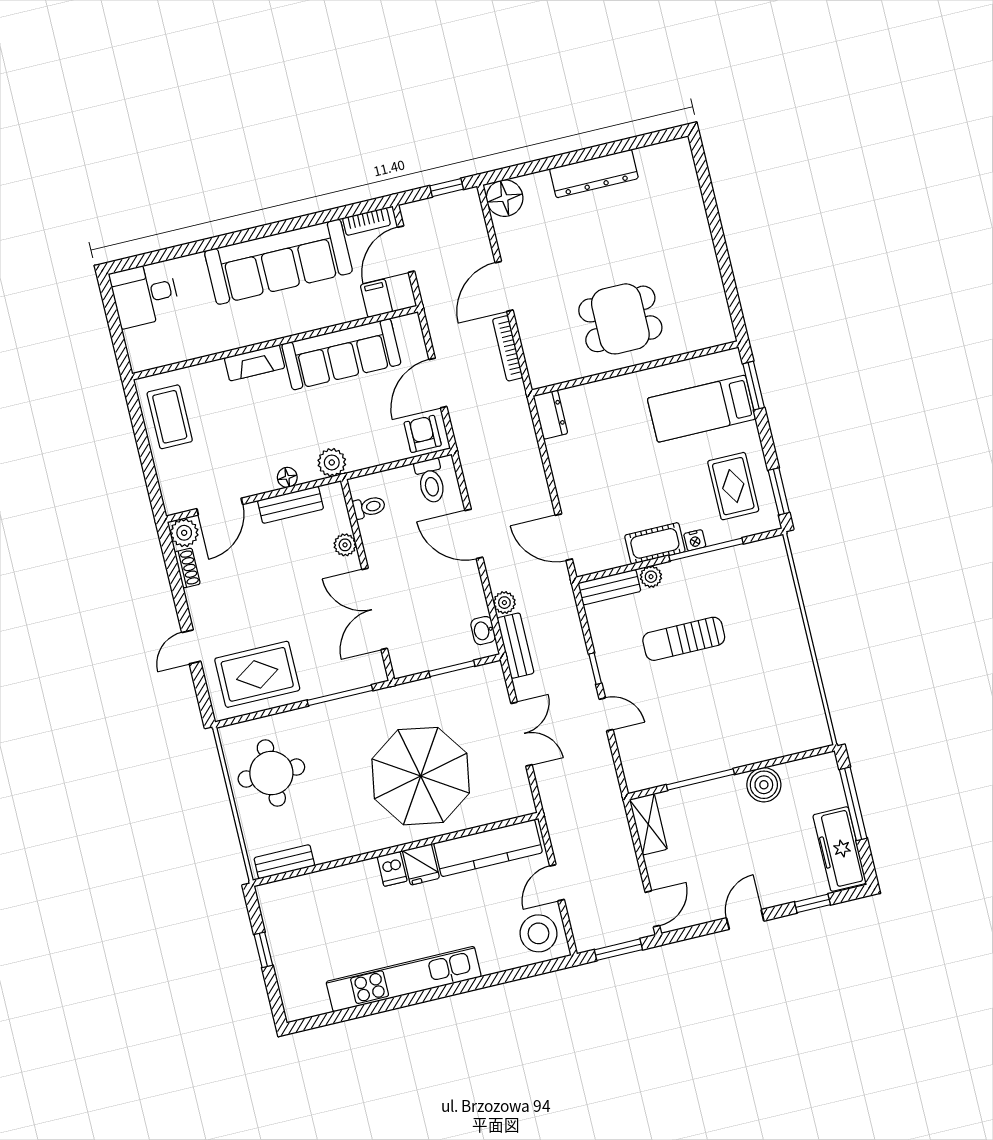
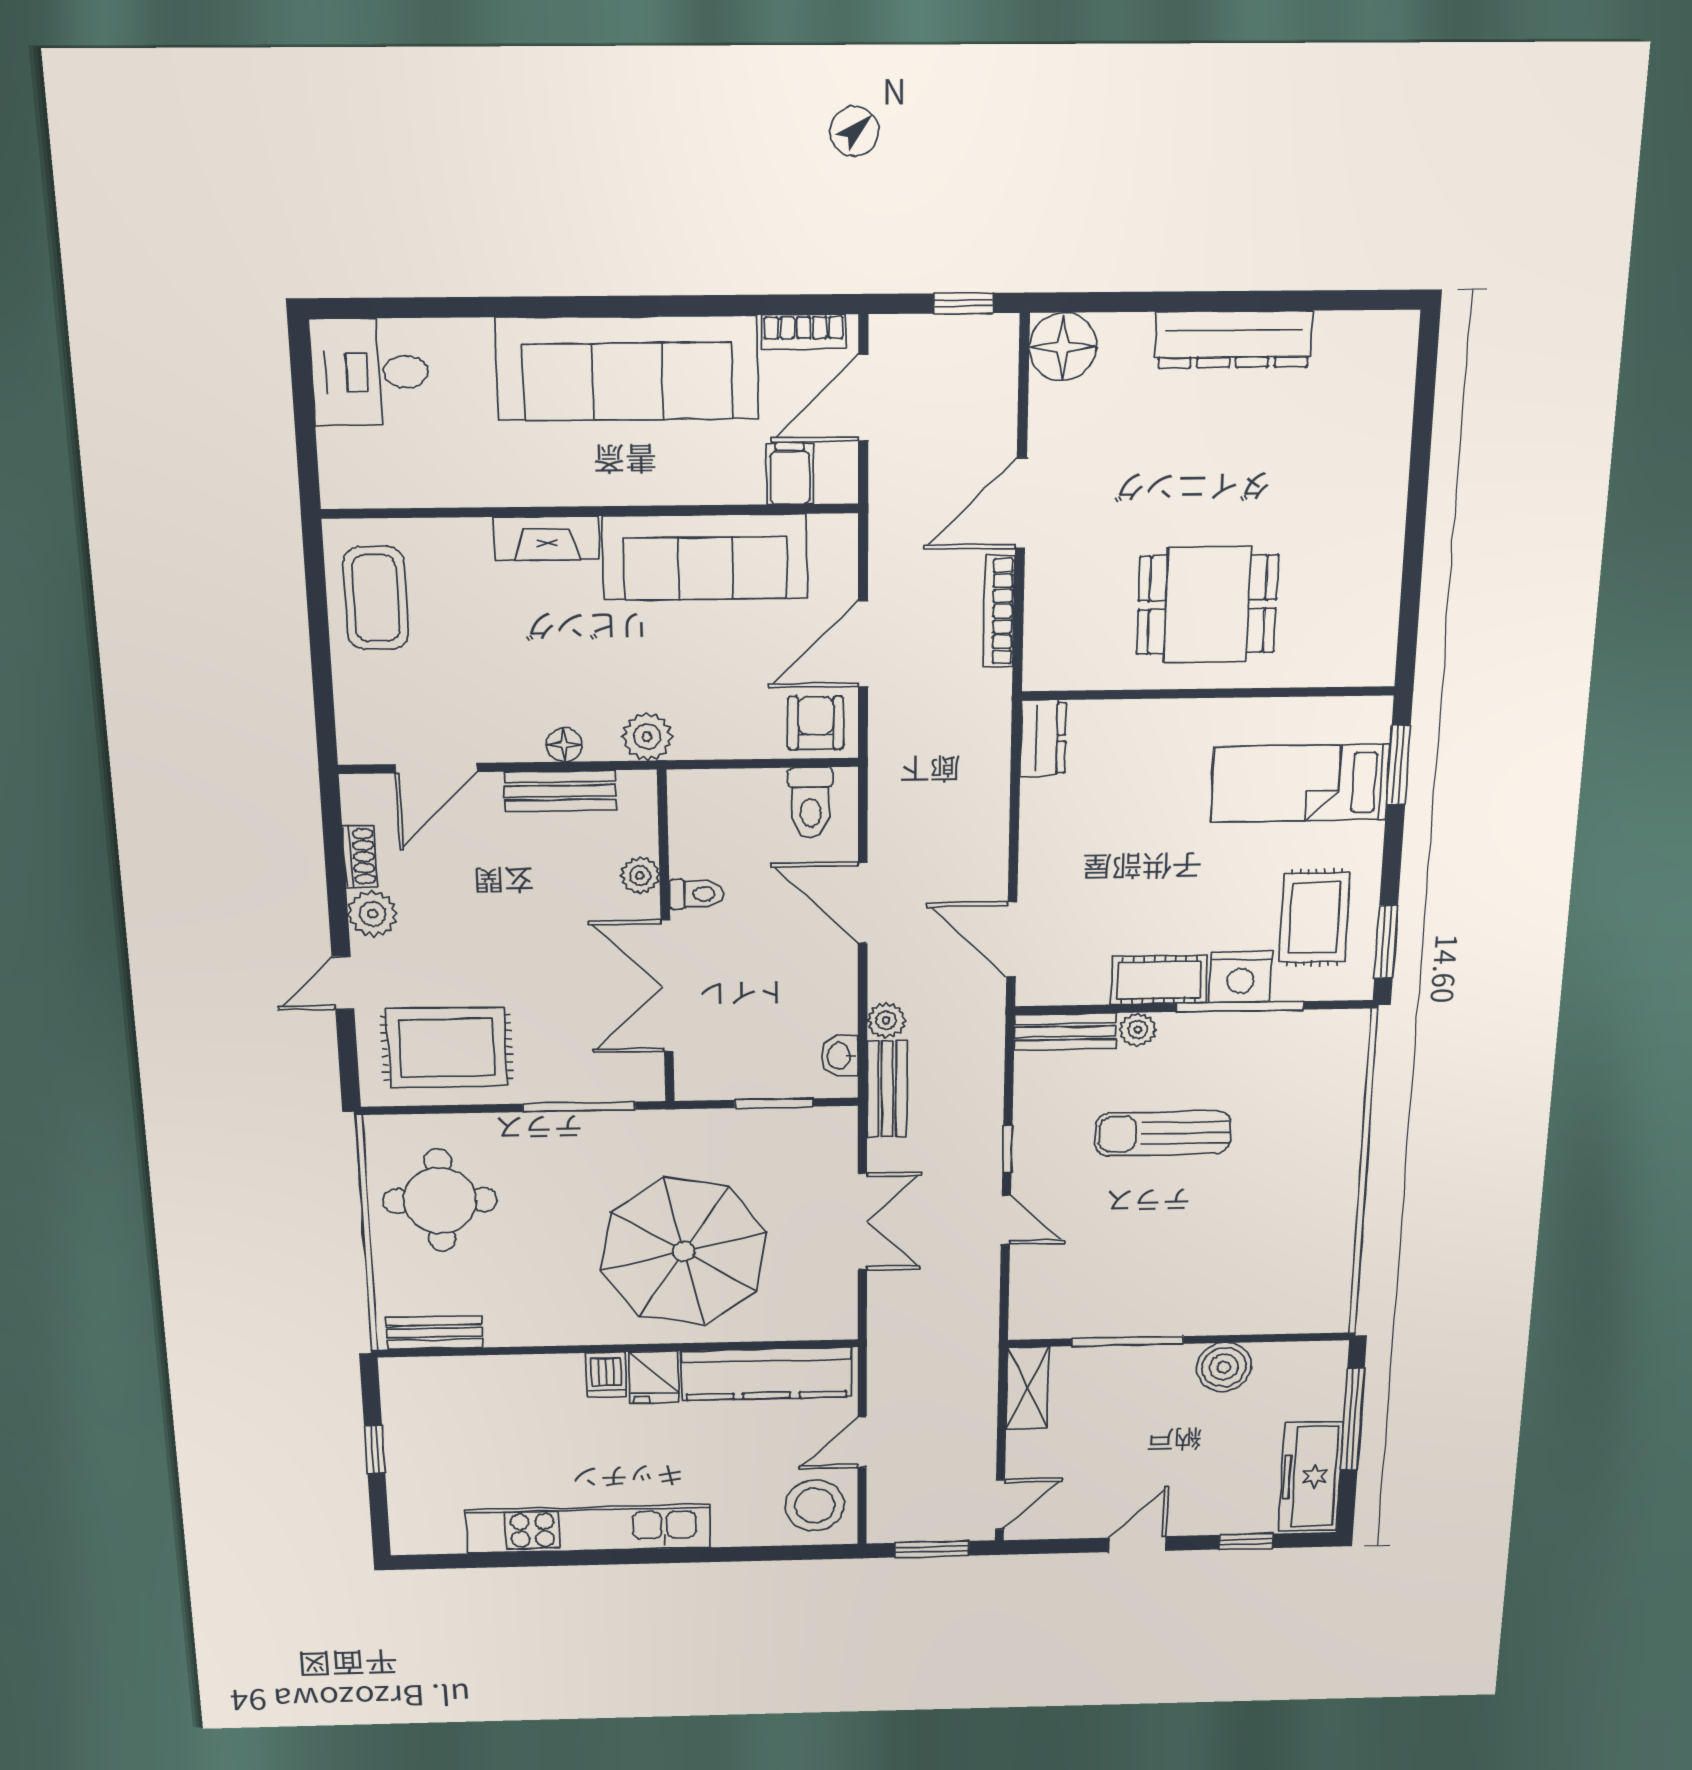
toilet: (369, 507) -> (697, 894), moved
plant: (184, 533) -> (373, 914), moved
nightstand: (695, 540) -> (1241, 977), width x1.89, depth x1.79

